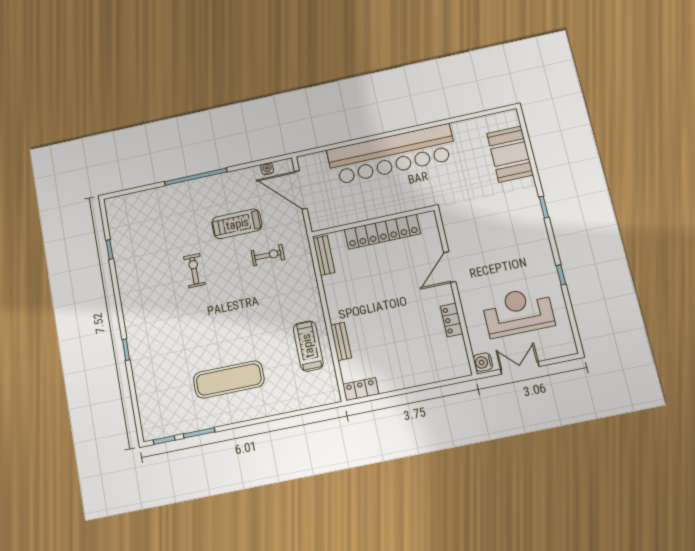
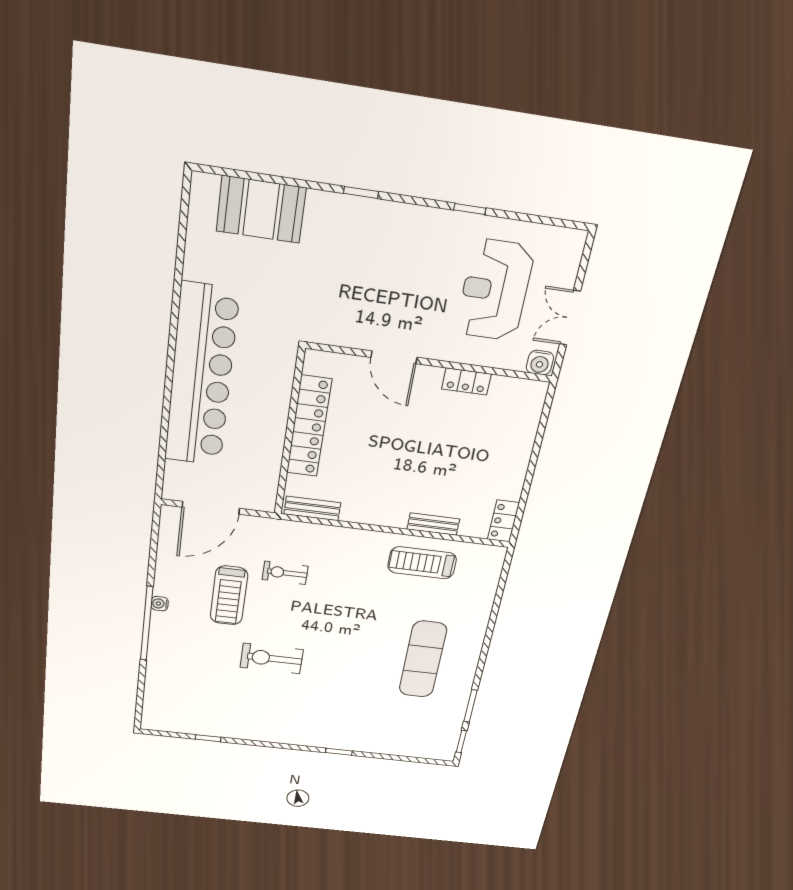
water cooler: (267, 169) -> (160, 604), moved
exercise bike: (268, 255) -> (285, 573), turned -90
exercise bike: (194, 271) -> (272, 658), width x1.38, depth x1.39

